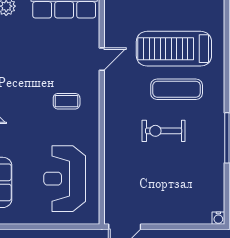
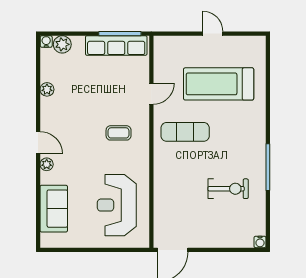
exercise mat: (177, 89) -> (185, 132), moved
exercise bike: (164, 131) -> (228, 189), moved, turned 180

